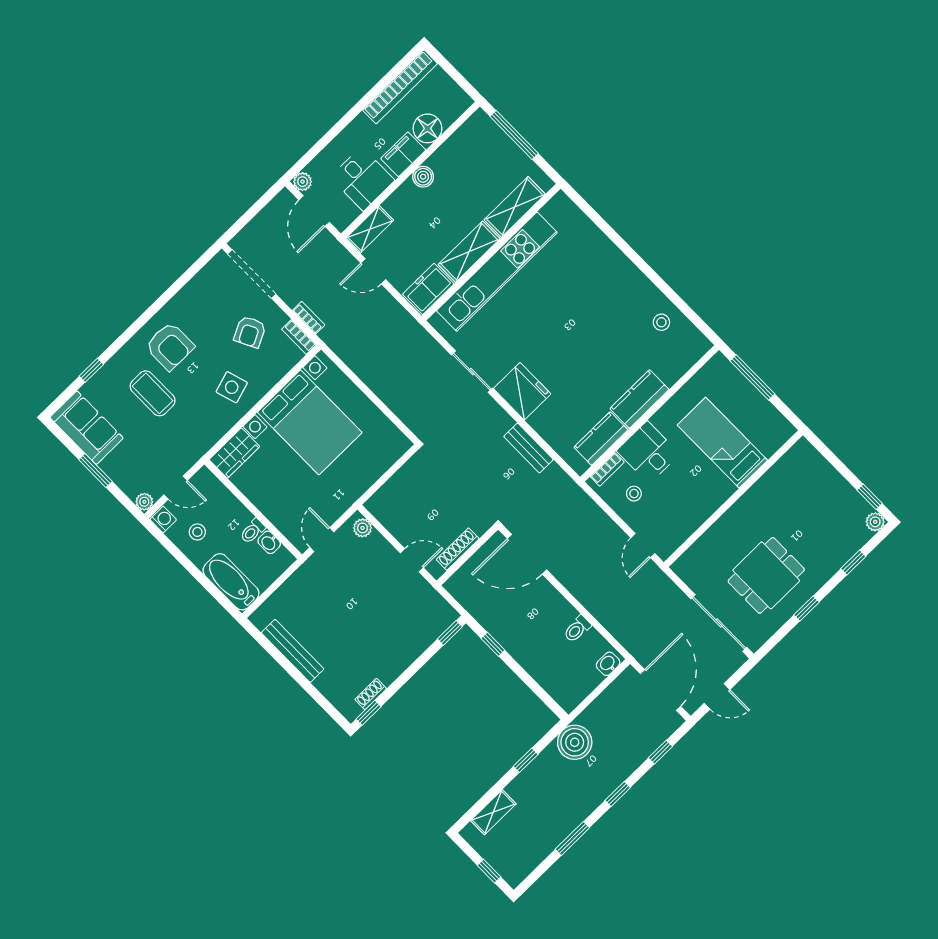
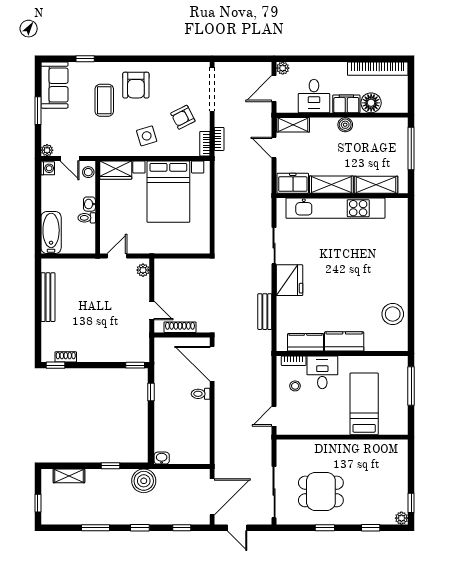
stool: (661, 322) -> (393, 314), width x1.89, depth x1.89
stool: (197, 532) -> (88, 172), moved
washbasin: (269, 542) -> (89, 204), moved
toilet: (577, 629) -> (201, 394), moved
washbasin: (608, 664) -> (162, 458), moved

